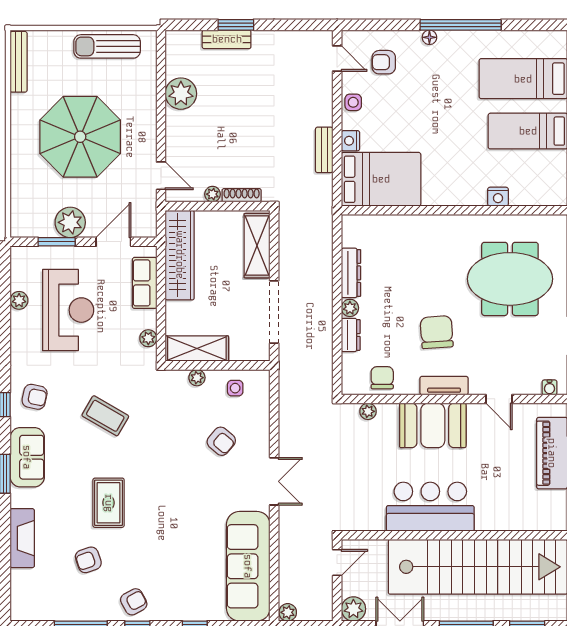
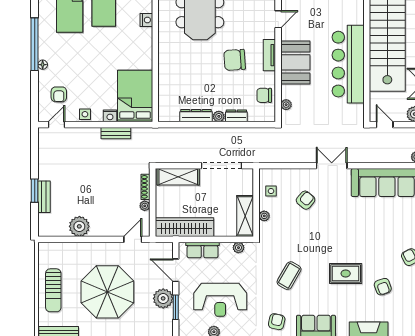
sun lounger: (107, 46) -> (53, 290), moved
reception desk: (68, 310) -> (220, 300), turned 180
bar counter: (430, 507) -> (348, 64), width x1.36

